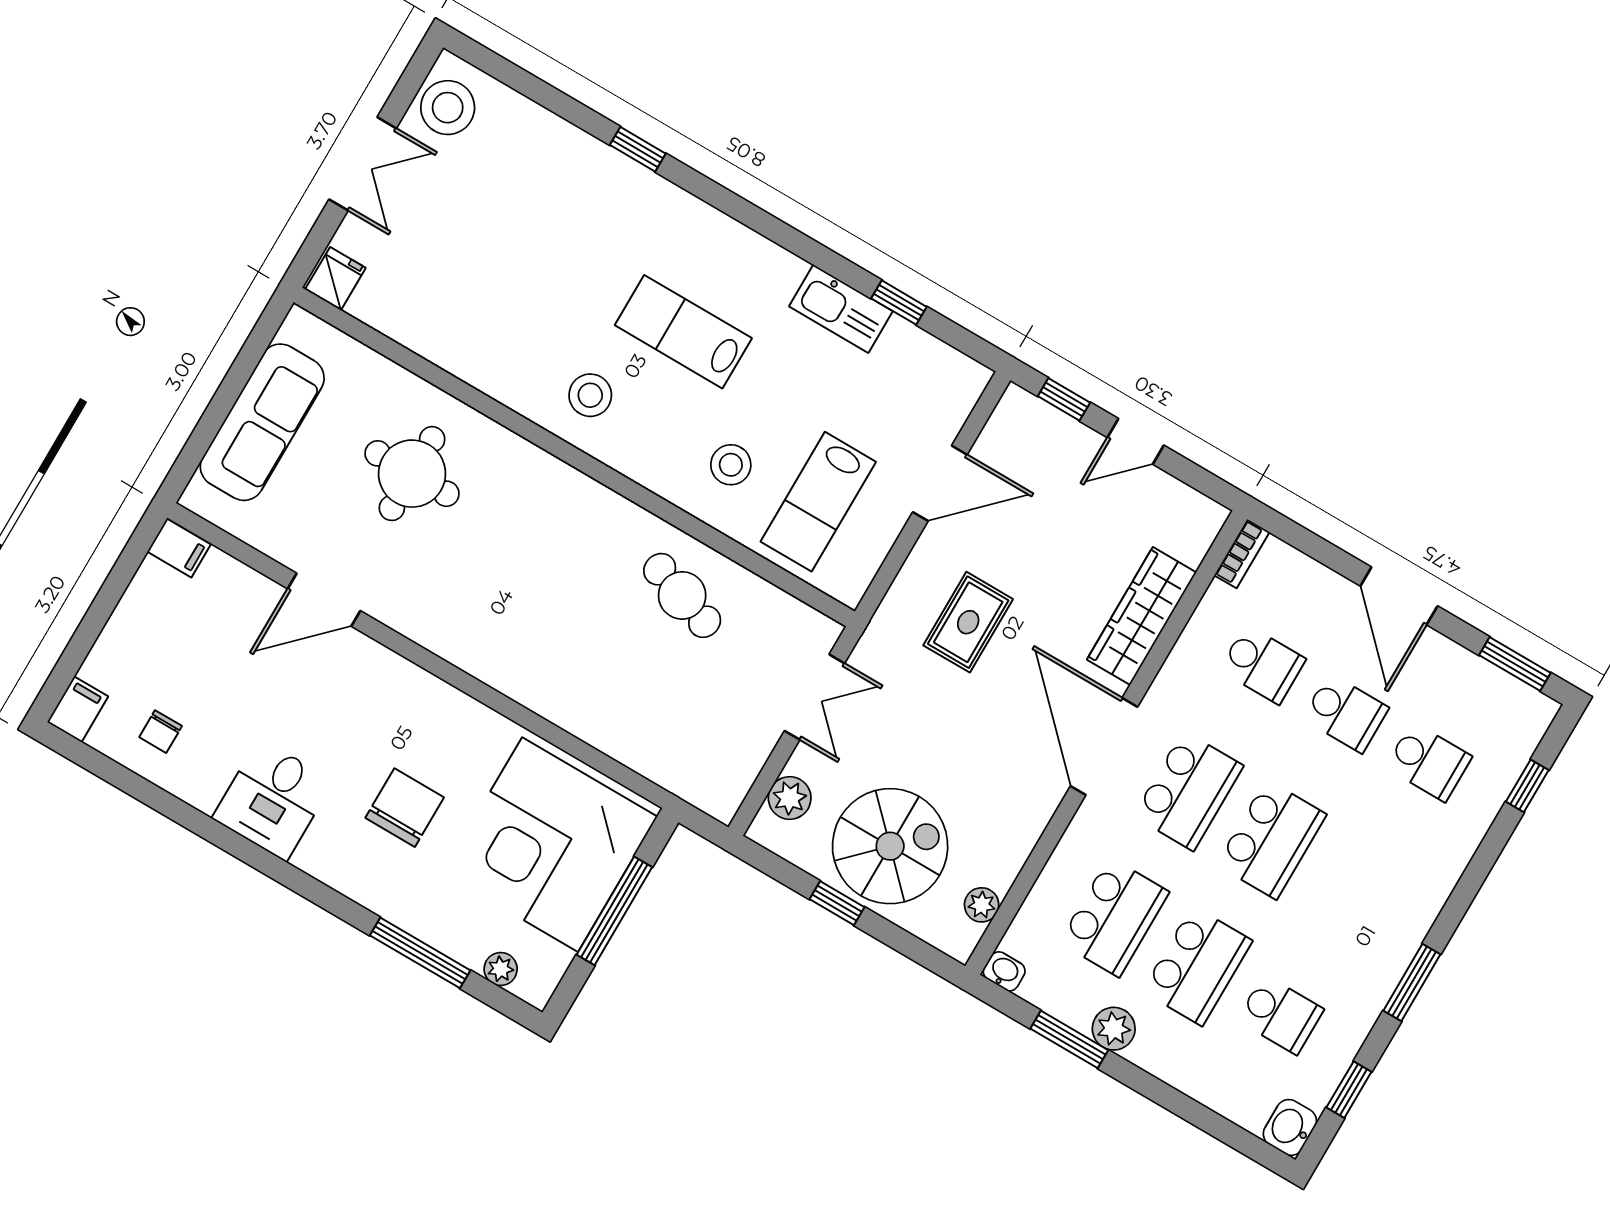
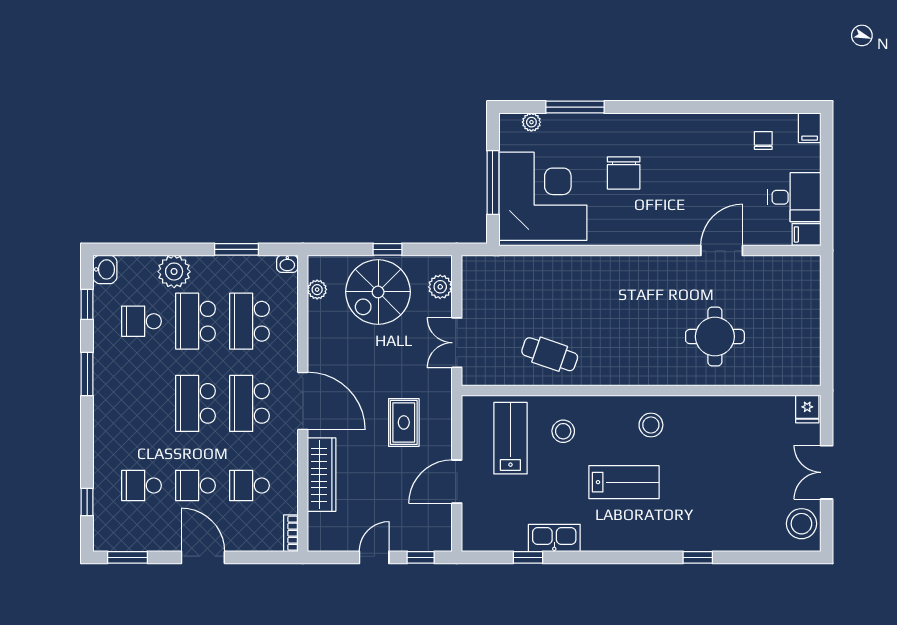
sofa: (262, 422) -> (802, 319), removed
desk: (273, 800) -> (794, 197), moved, turned 90
plant: (1114, 1029) -> (174, 272), moved, width x1.36, depth x1.36

